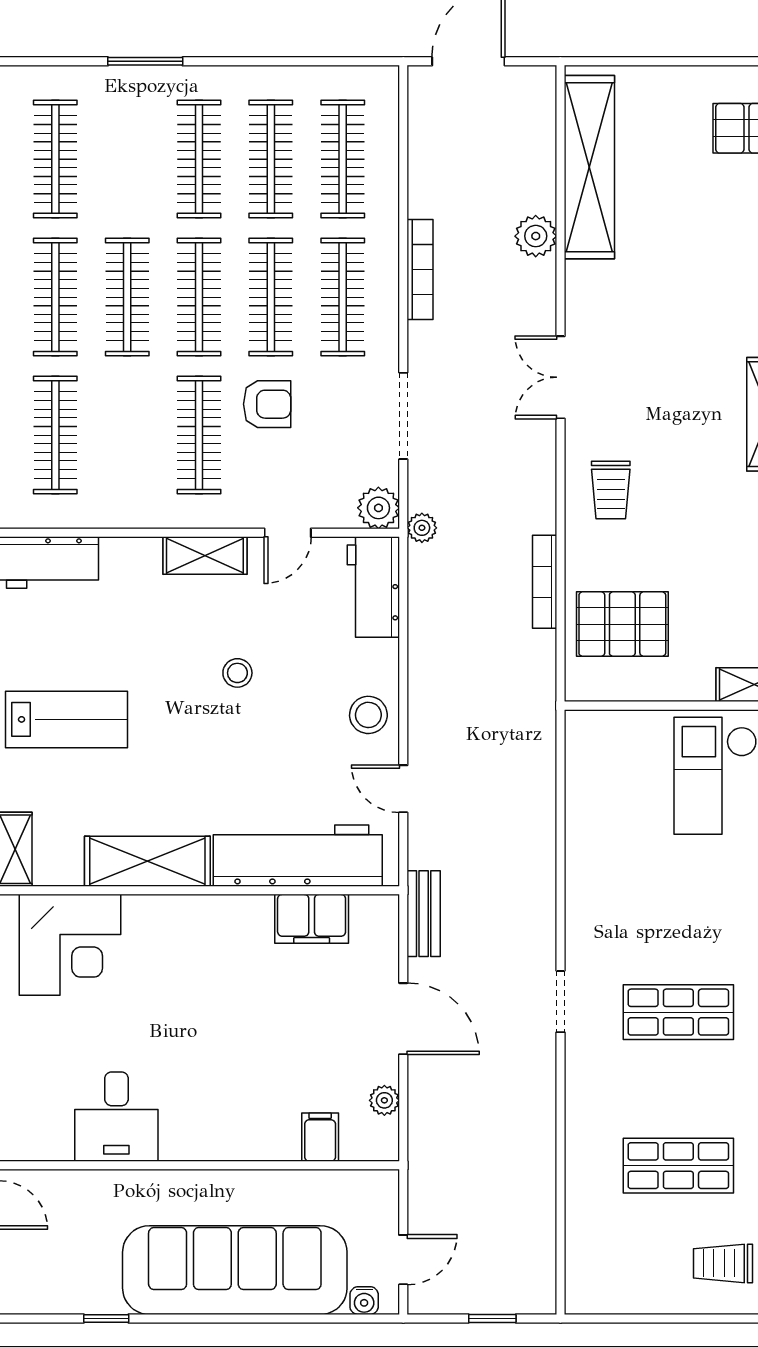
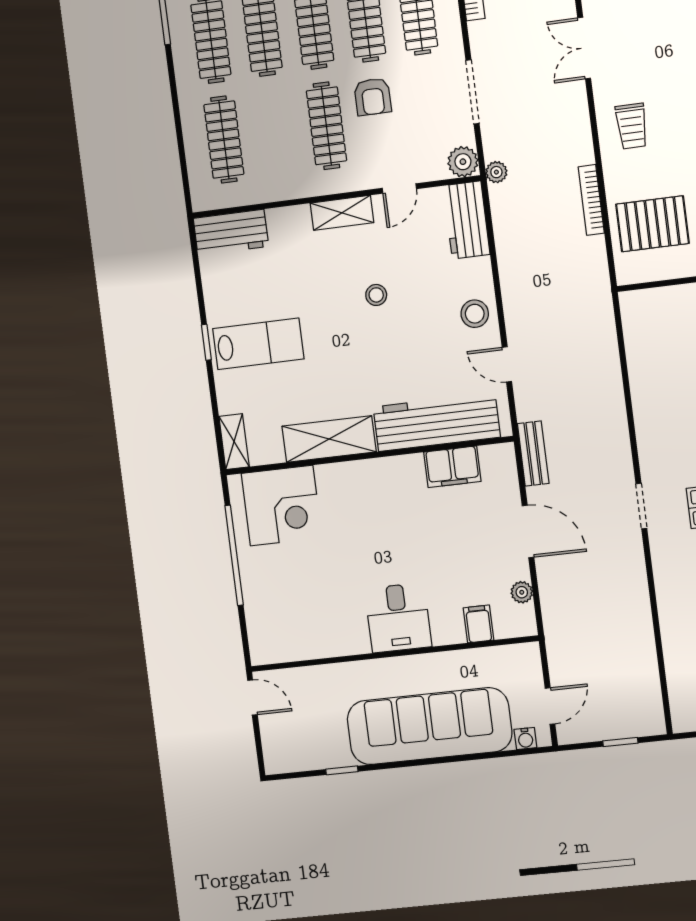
armchair: (267, 404) -> (373, 97), turned 90
desk: (116, 1117) -> (398, 618), moved

